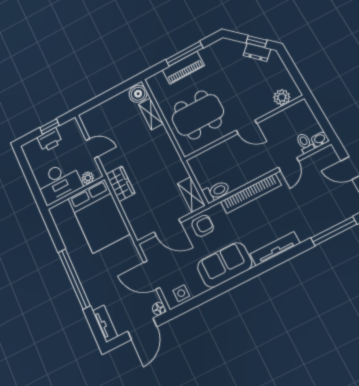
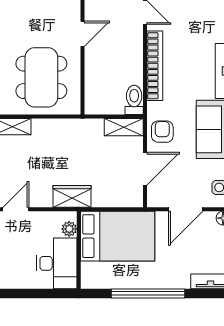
plant: (88, 178) -> (69, 229), moved
desk: (59, 182) -> (57, 263), moved
wall: (76, 193) -> (79, 250), moved
bed: (99, 216) -> (118, 236), moved

